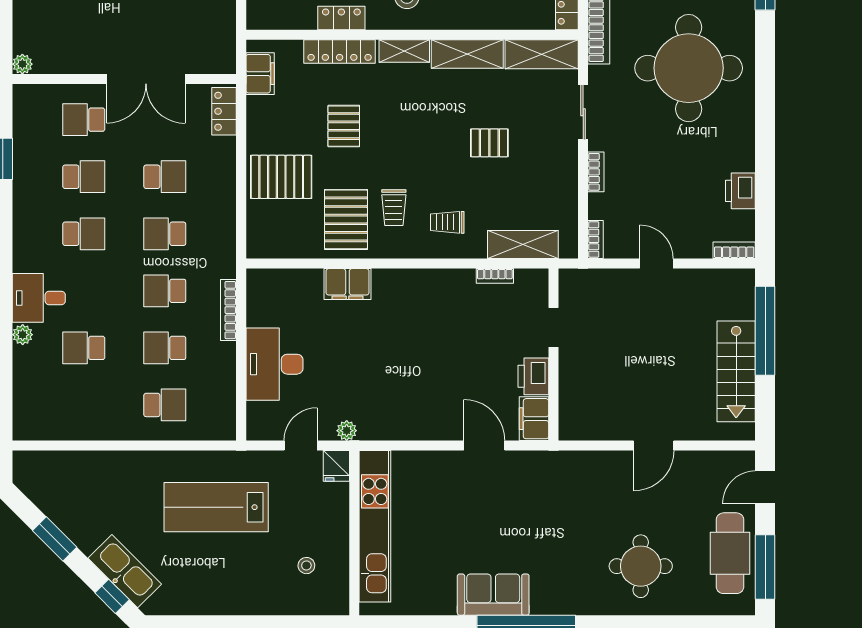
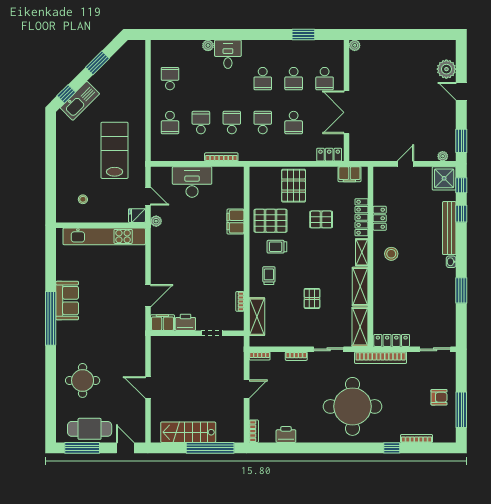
school desk: (84, 120) -> (325, 79), turned 180
school desk: (84, 348) -> (170, 79), moved

